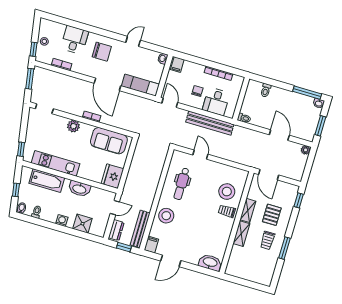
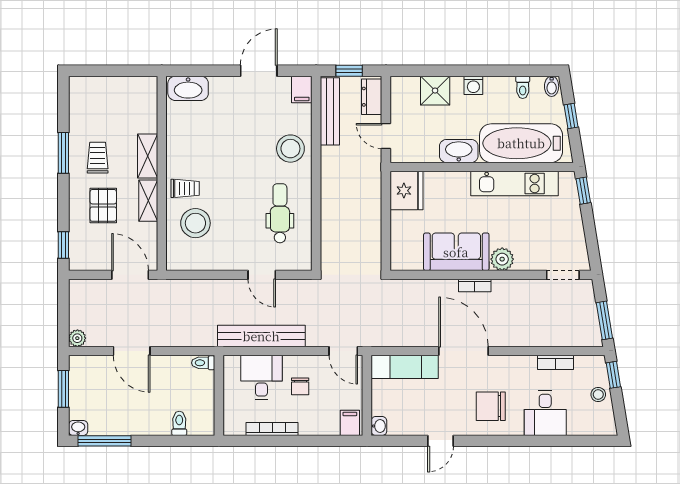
sofa: (109, 141) -> (456, 252), moved
bathtub: (47, 181) -> (521, 143), width x1.36, depth x1.36
door: (115, 208) -> (386, 136), hinge flipped

